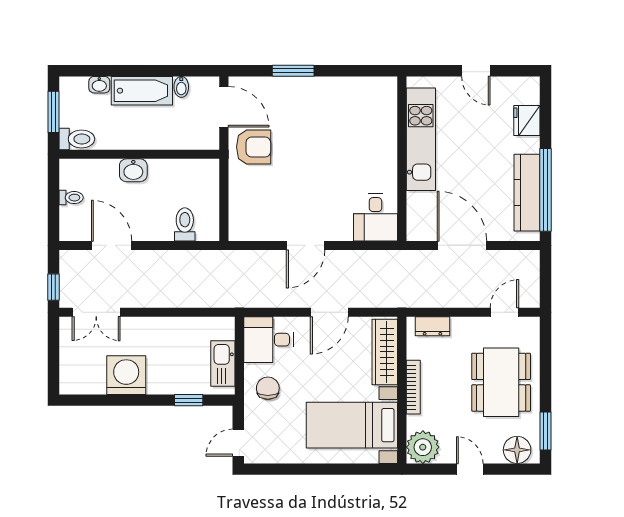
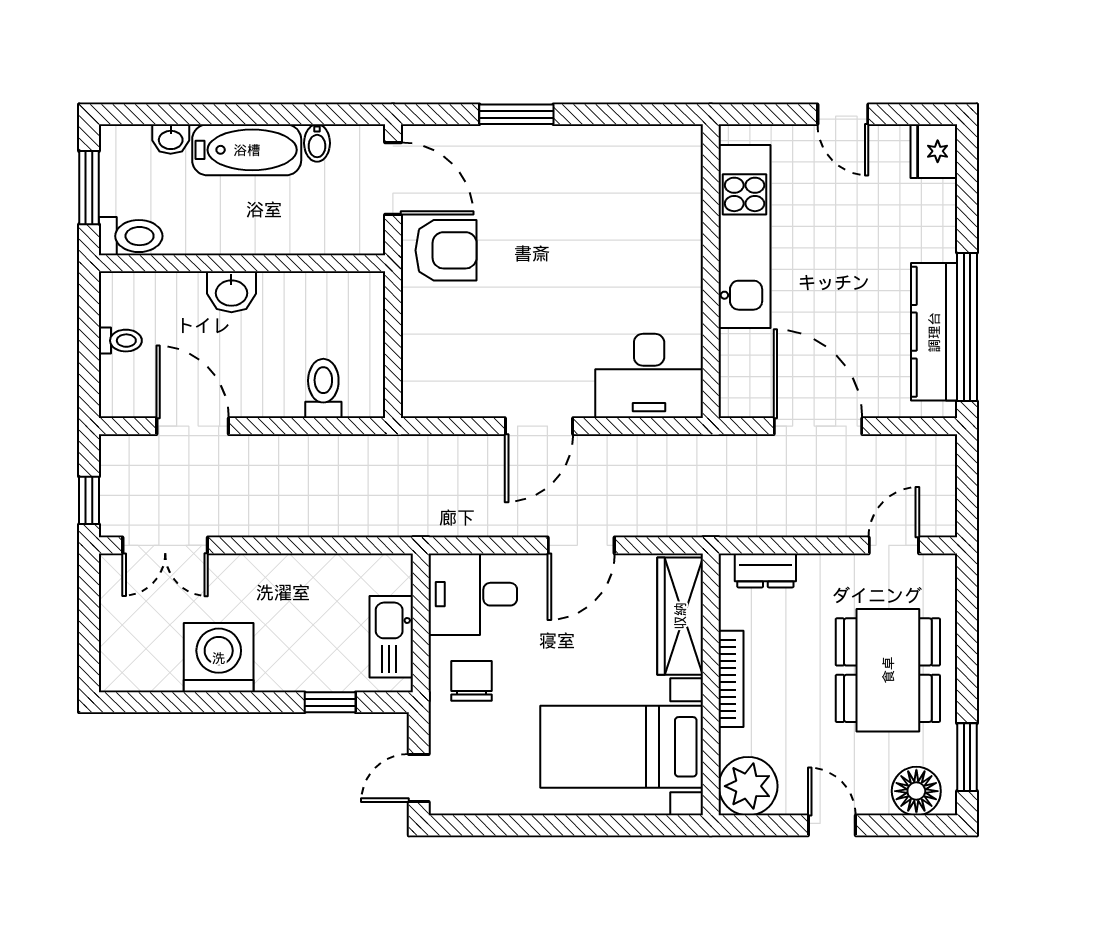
fridge: (527, 121) -> (934, 151), moved
desk: (375, 217) -> (649, 376), width x1.37

